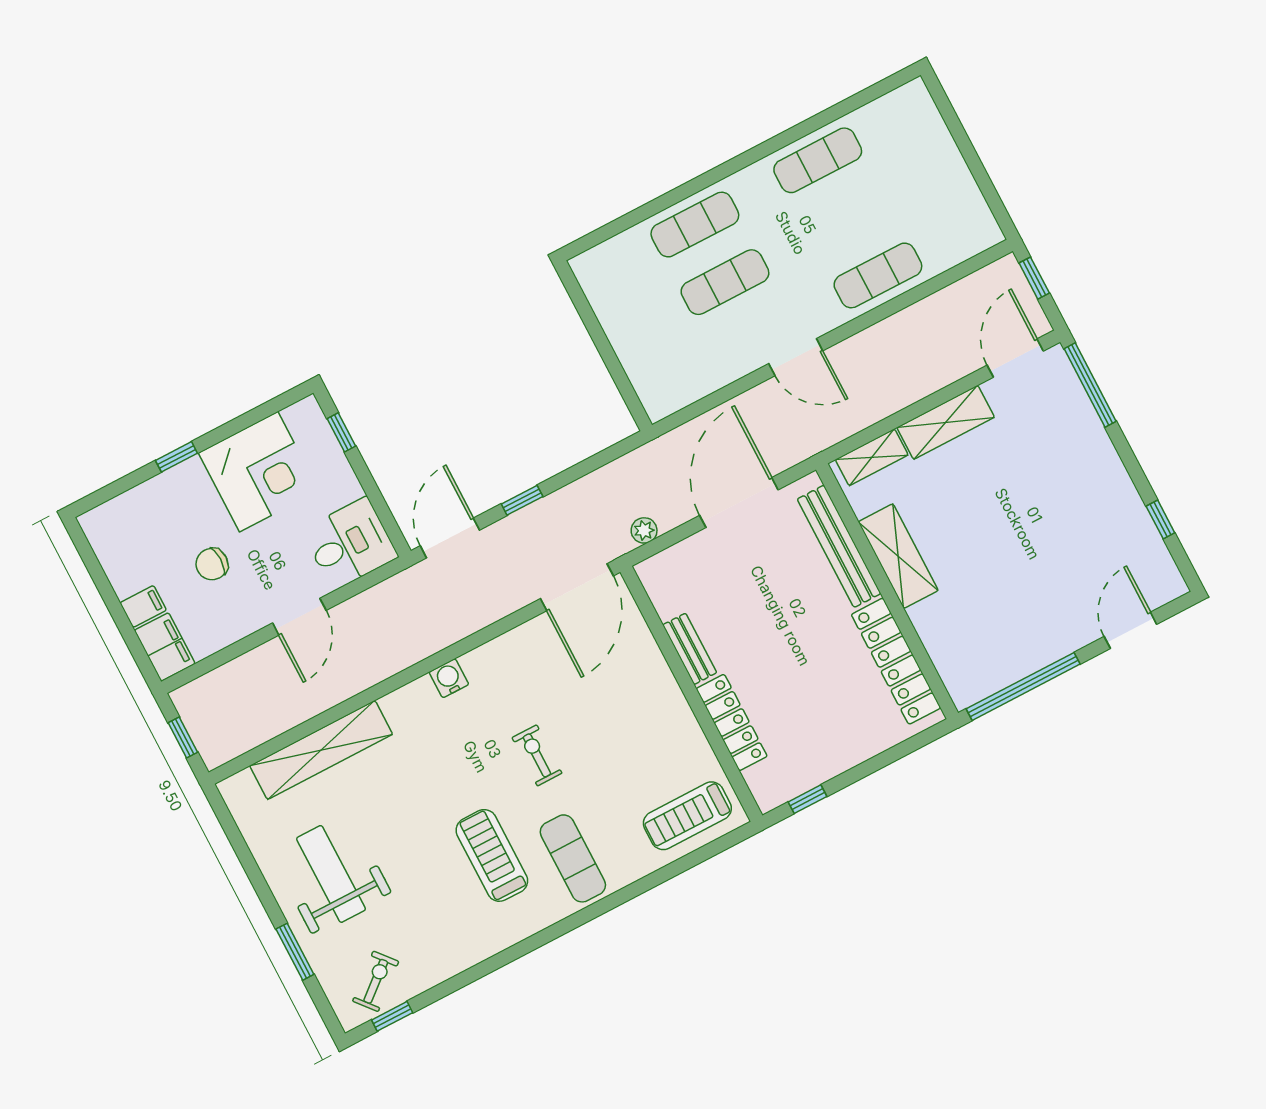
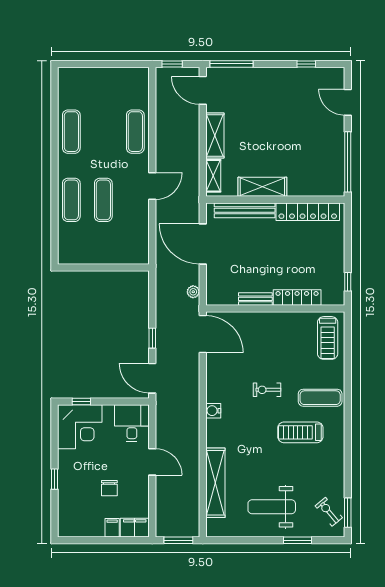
corner desk: (259, 472) -> (80, 427), moved, turned 90
window: (183, 738) -> (178, 540), width x1.50
window: (392, 1016) -> (348, 513), width x1.50

